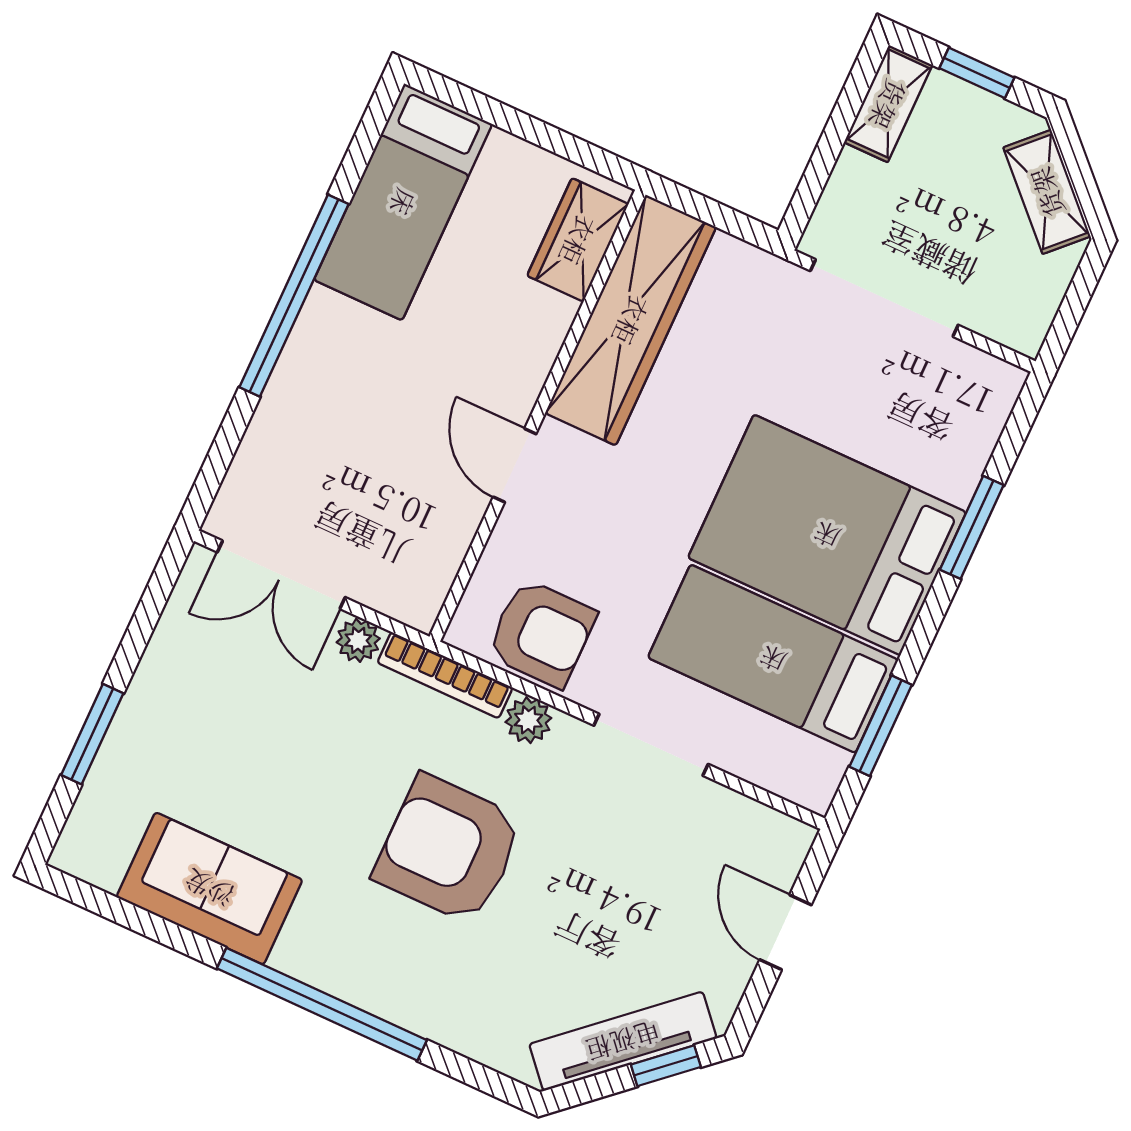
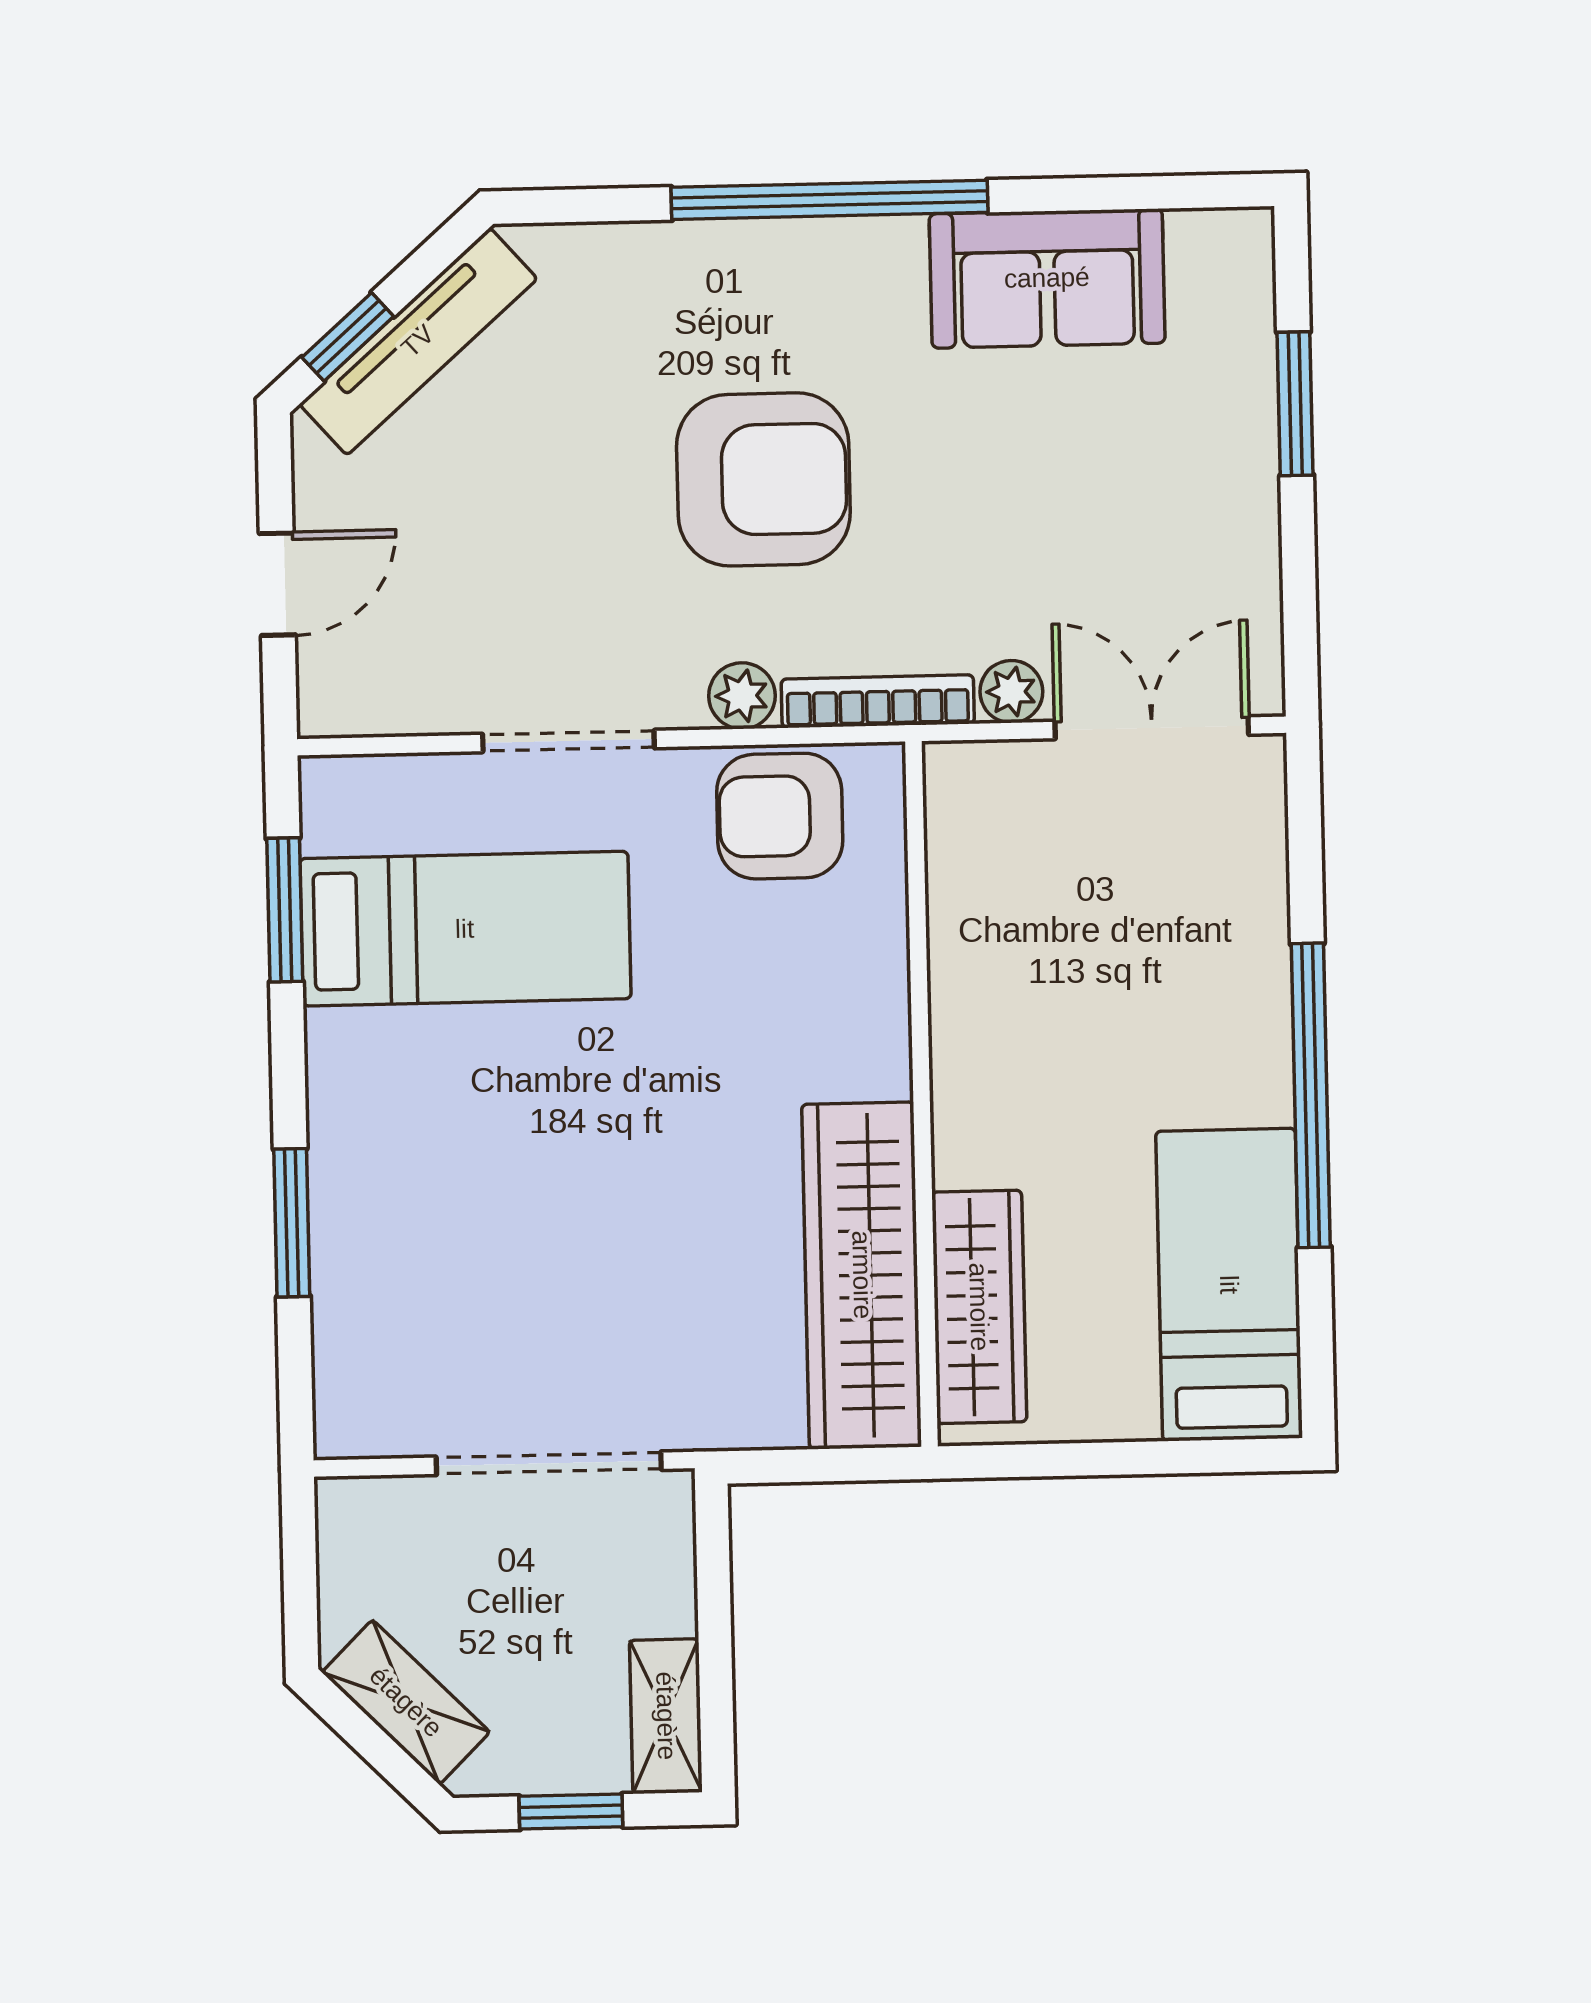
wardrobe: (578, 240) -> (979, 1307), width x1.50
door: (515, 465) -> (920, 1015), removed
bed: (827, 535) -> (474, 1122), removed
door: (786, 932) -> (277, 584), hinge flipped

